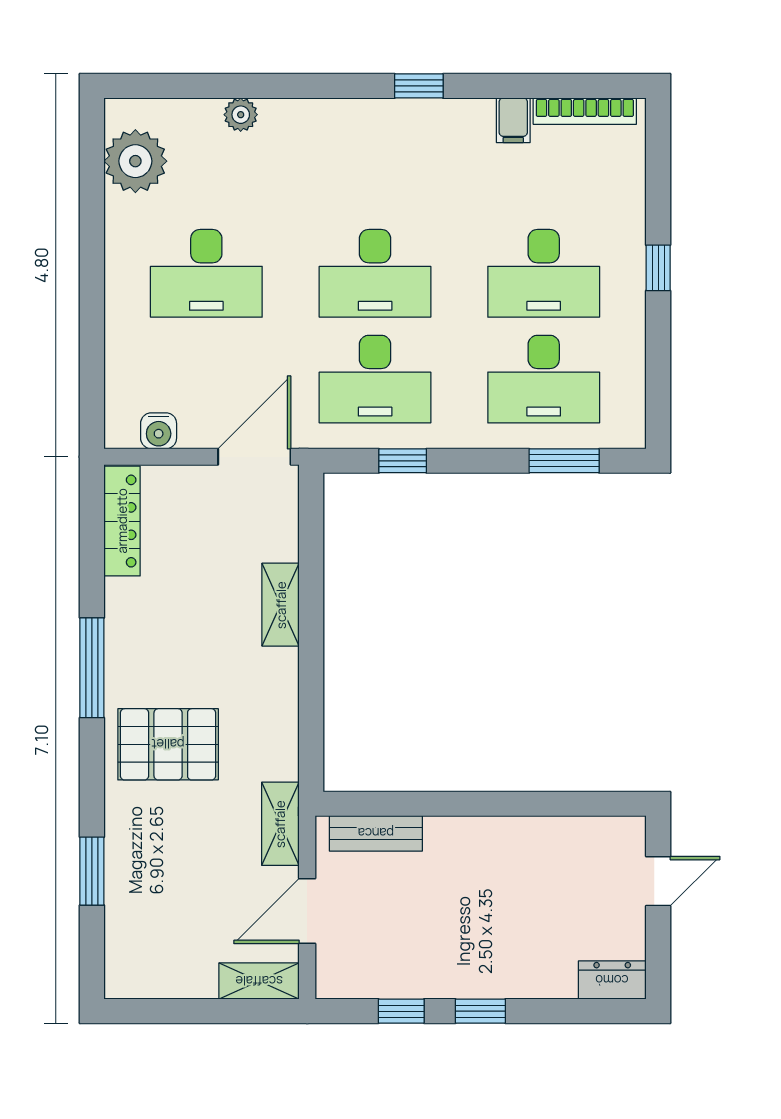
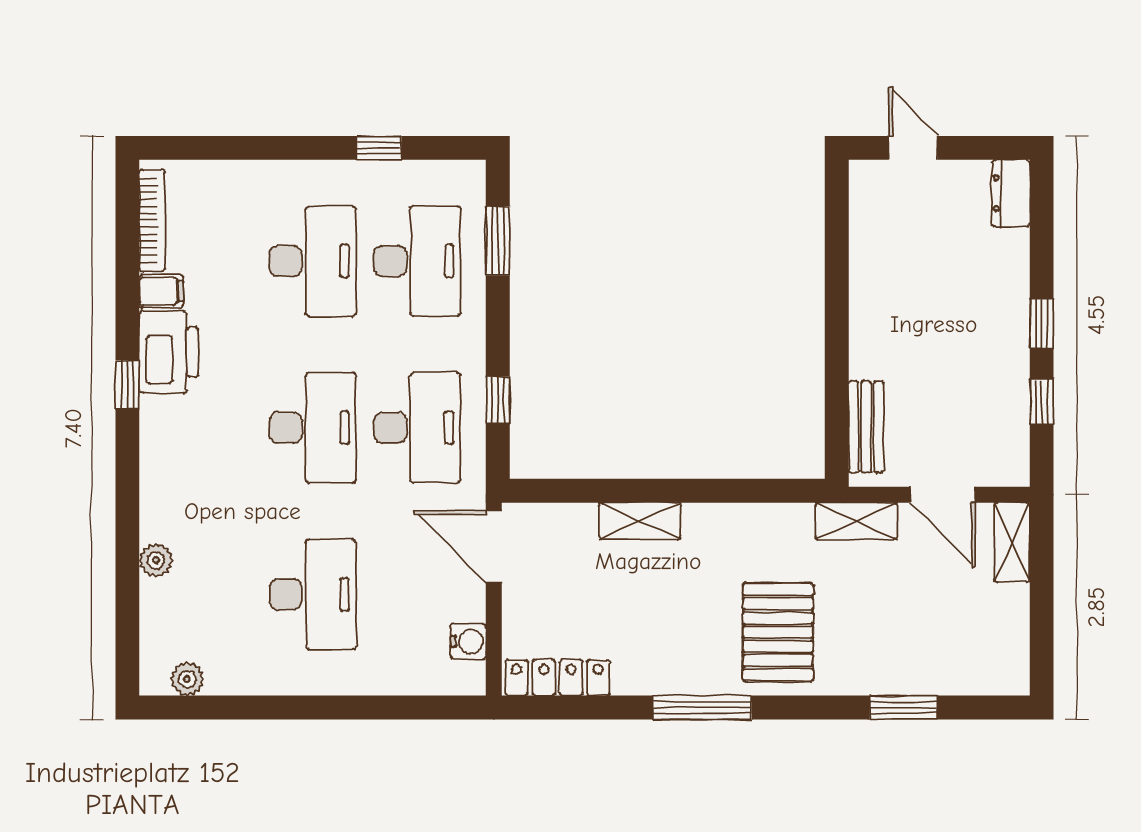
printer: (452, 128) -> (169, 352), added
plant: (135, 161) -> (187, 679), width x0.53, depth x0.53
window: (658, 268) -> (379, 148), moved

